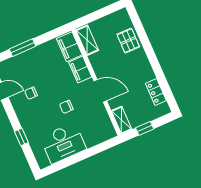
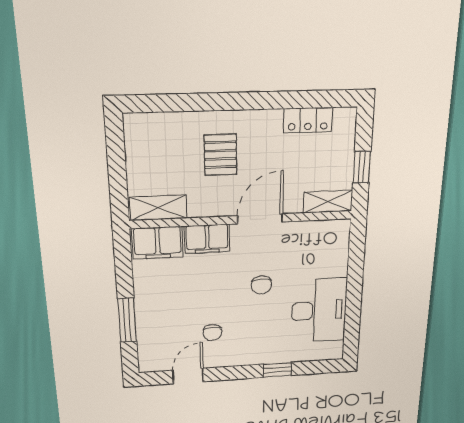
pallet: (128, 41) -> (220, 155), moved, turned 90

